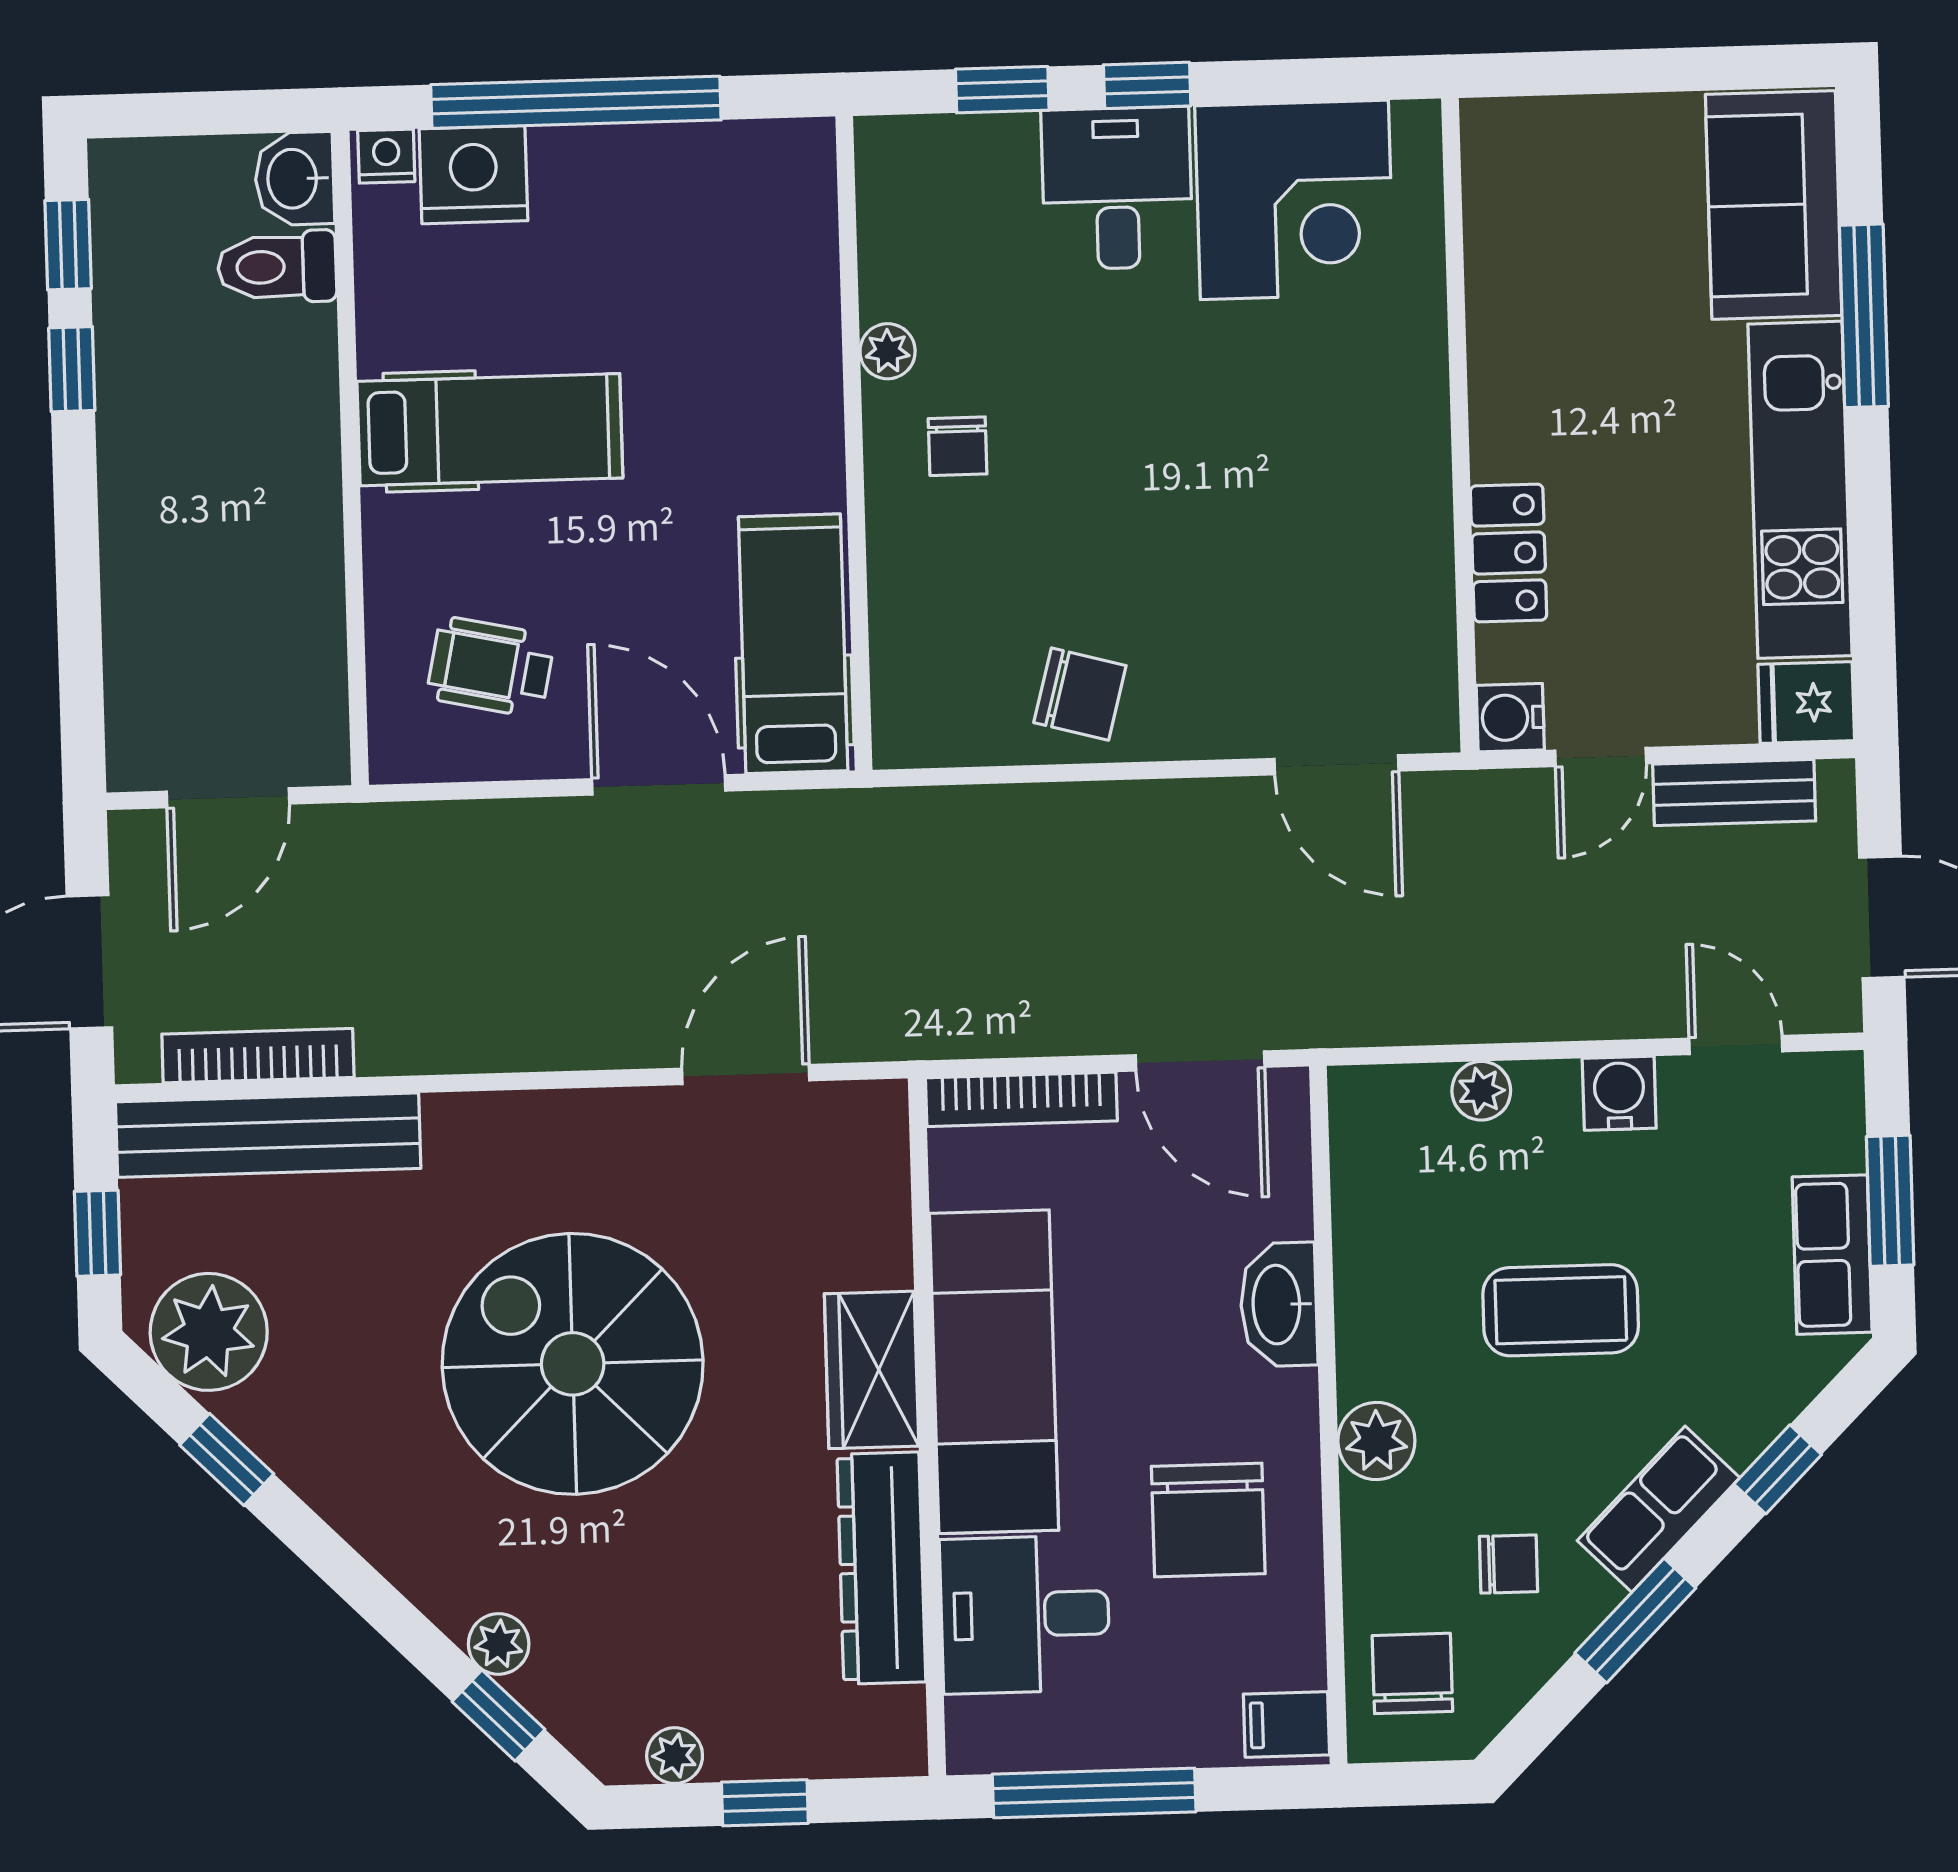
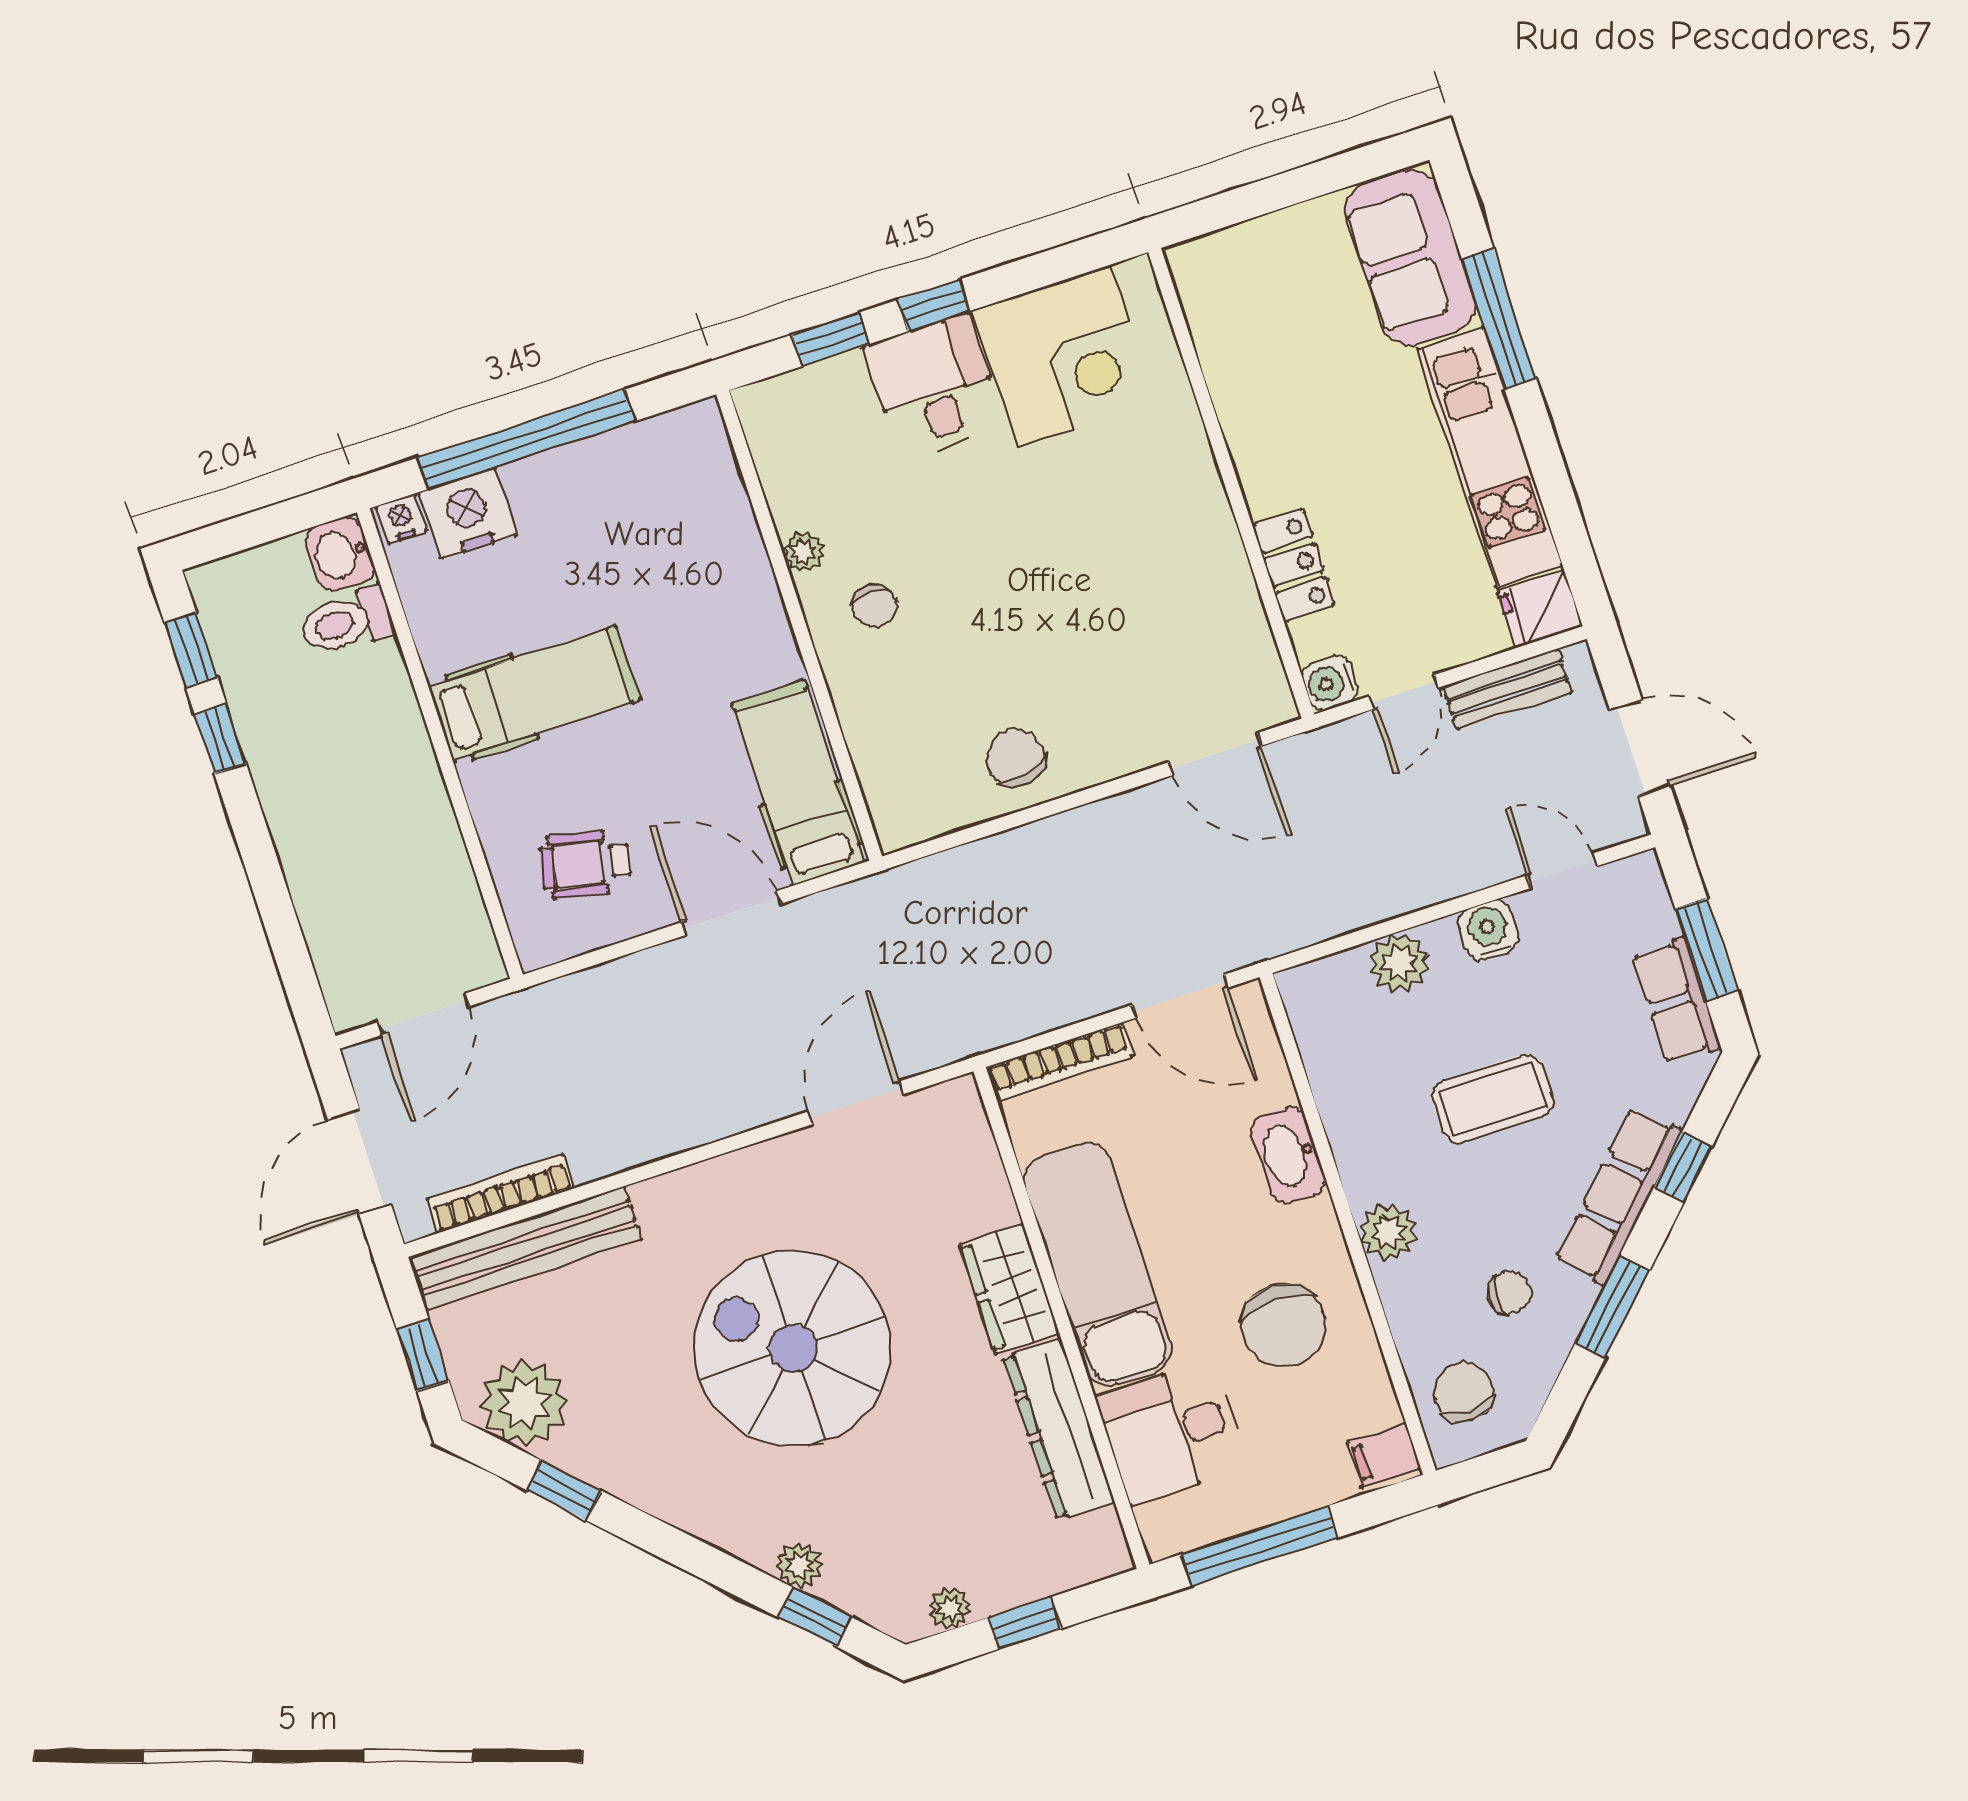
chair: (1080, 694) -> (1015, 758), turned -118
plant: (1481, 1091) -> (1399, 963), width x1.38, depth x1.38
row of seats: (1658, 1509) -> (1618, 1196), width x1.48

